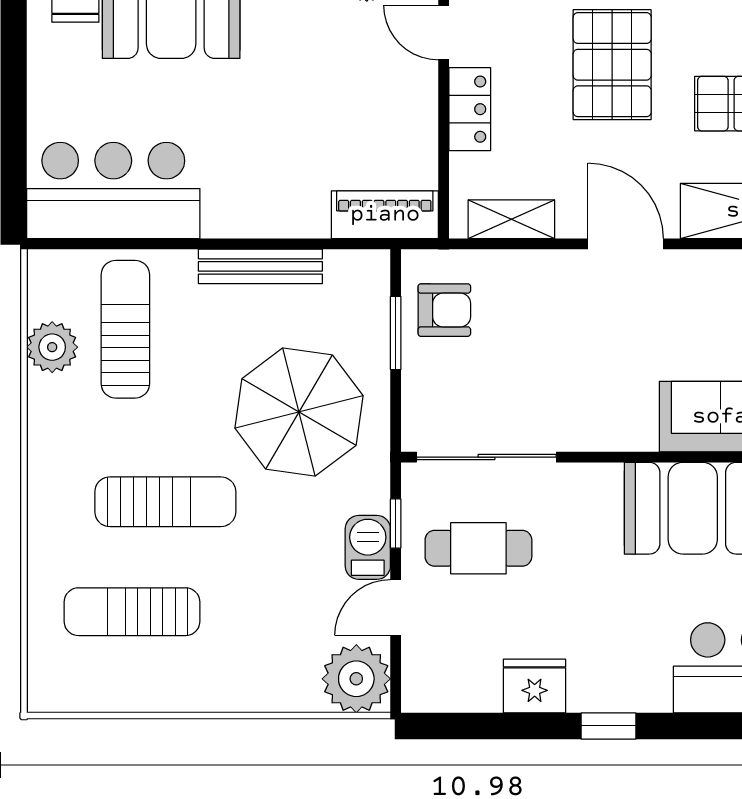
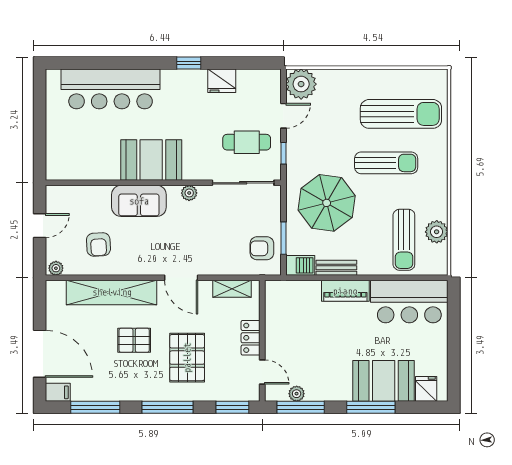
piano: (385, 215) -> (345, 291), moved
bench: (260, 266) -> (336, 268), width x0.73
plant: (608, 434) -> (189, 193), added
sun lounger: (165, 502) -> (386, 163), turned 180
barbecue: (368, 547) -> (300, 265), moved, turned -90
sun lounger: (132, 612) -> (401, 114), width x1.36, depth x1.34

